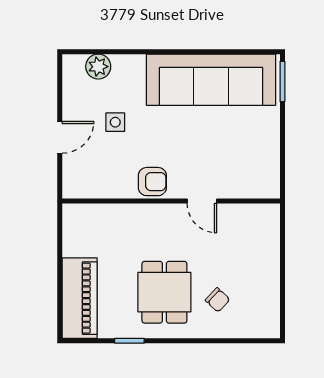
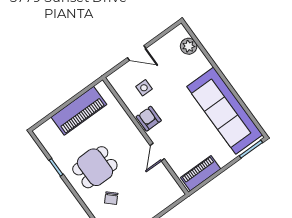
side table: (115, 122) -> (144, 88), moved
piano: (267, 166) -> (201, 173), added
armchair: (152, 182) -> (149, 119), turned 180
piano: (80, 298) -> (79, 111), moved

